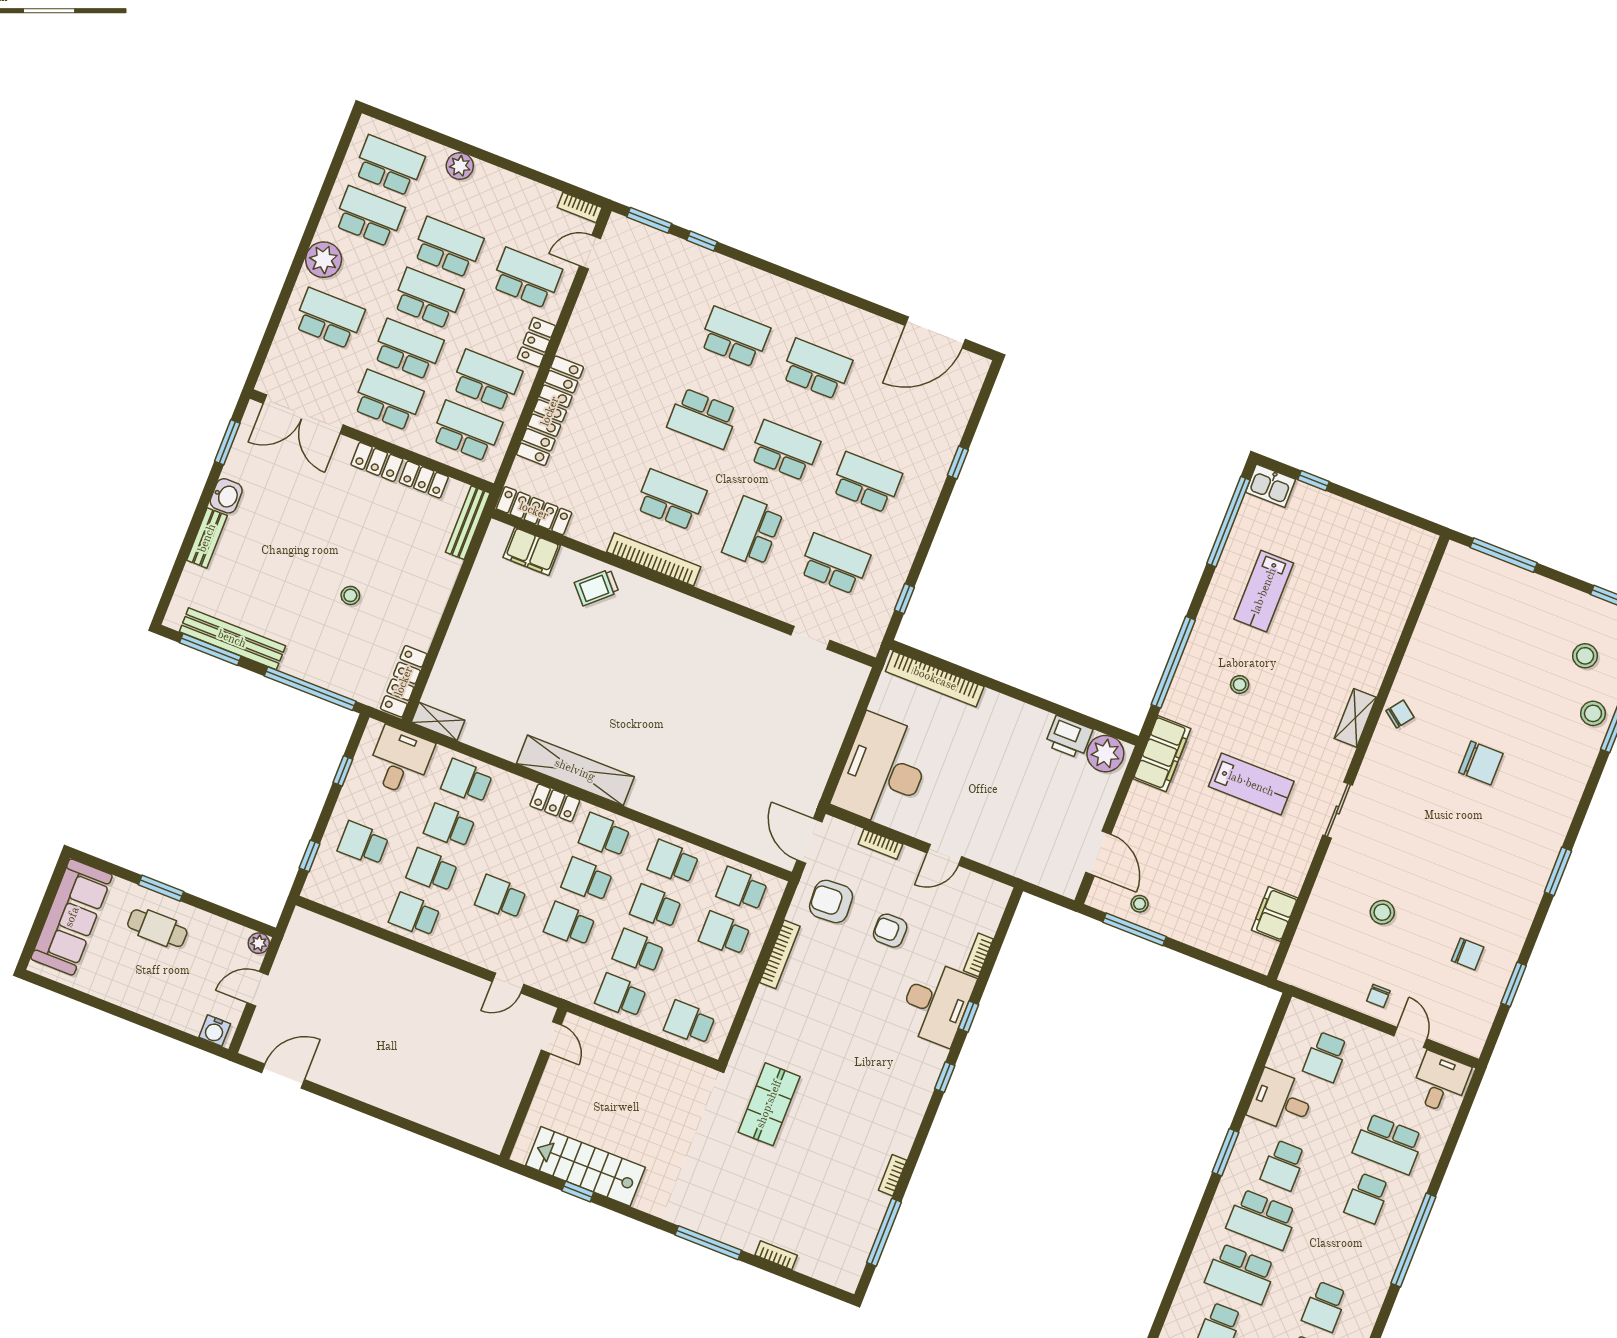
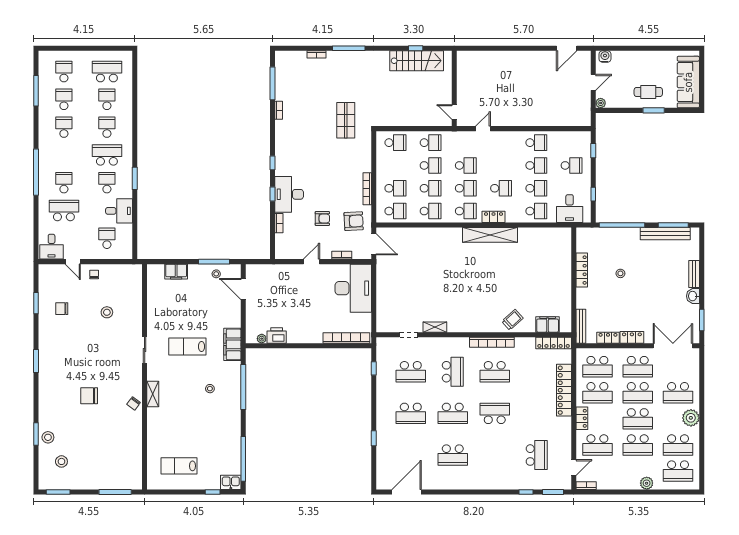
school desk: (735, 337) -> (537, 455), moved, turned -90
lab bench: (1264, 591) -> (179, 466), moved, turned -90
locker: (404, 681) -> (582, 270), moved
shelving: (438, 721) -> (435, 327), moved
plant: (1105, 754) -> (262, 339), width x0.53, depth x0.53
school desk: (501, 897) -> (501, 188), moved
filing cabinet: (1275, 914) -> (176, 272), moved, turned 90
school desk: (1241, 1274) -> (107, 127), width x0.54

